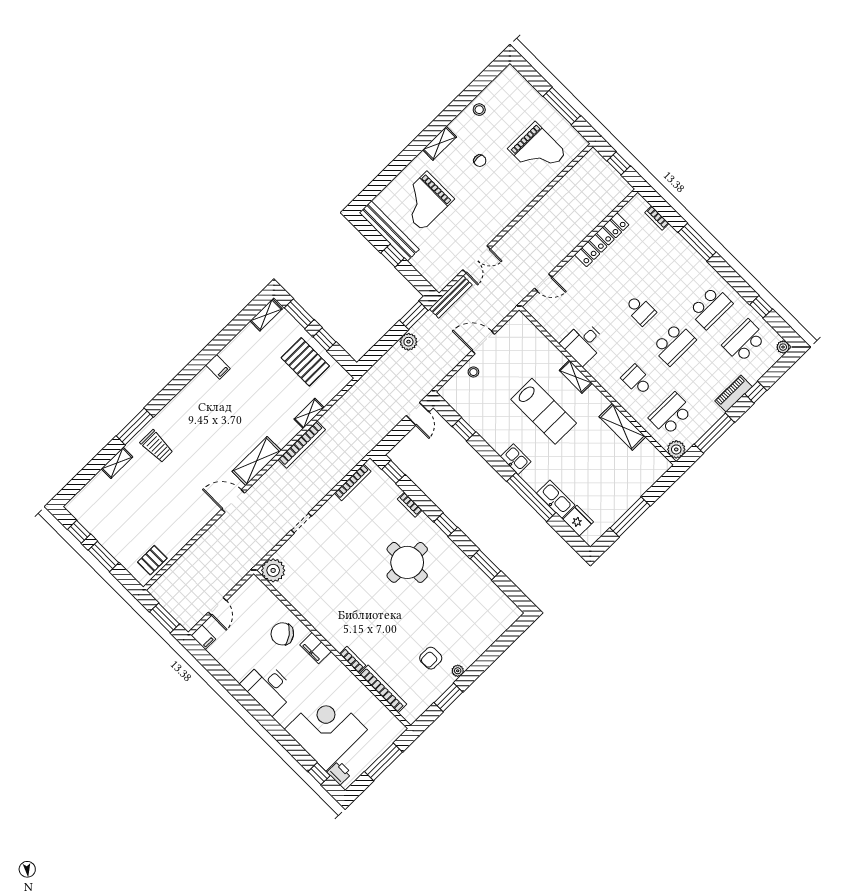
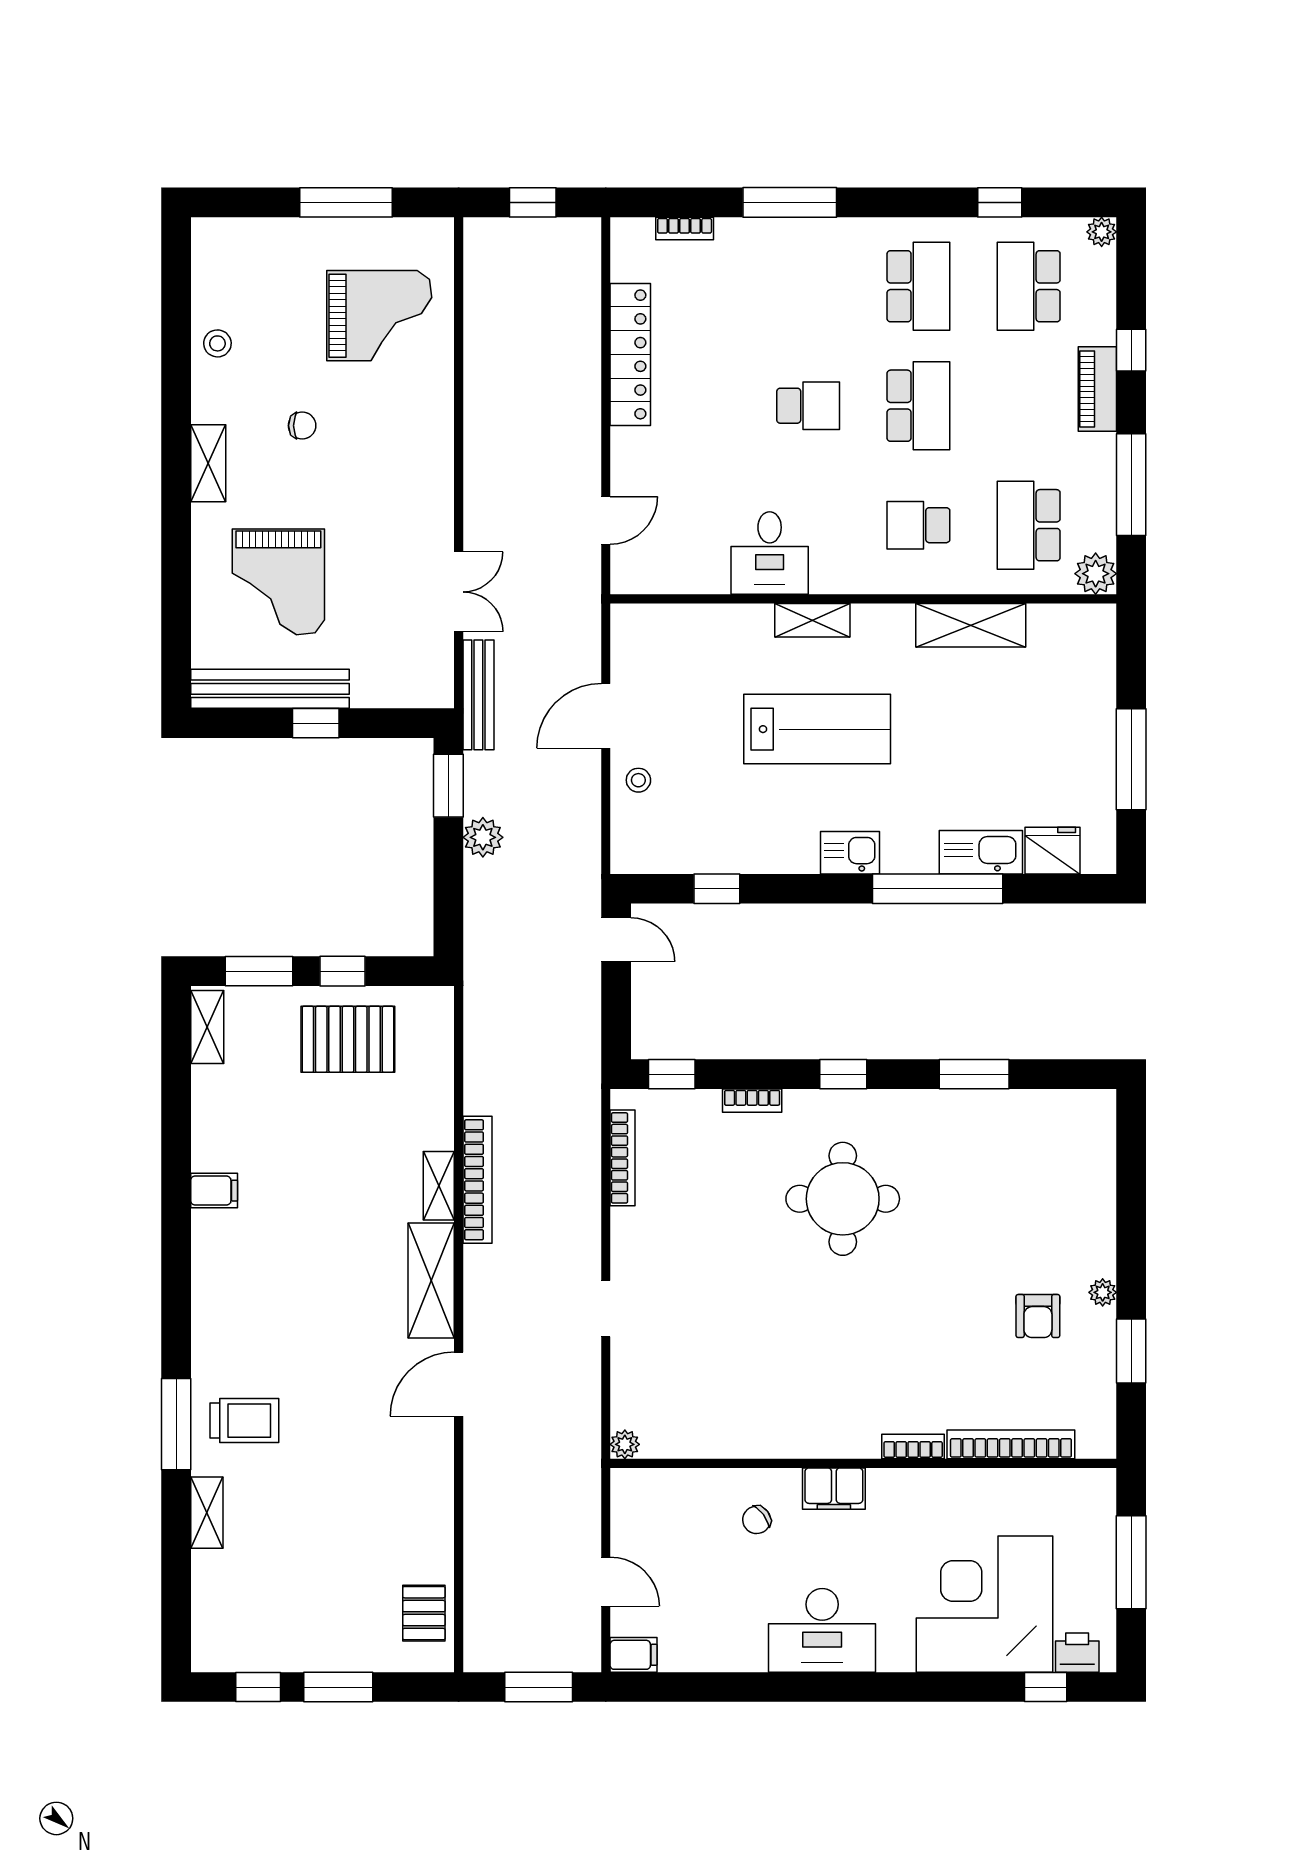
shelving: (309, 413) -> (439, 1186), moved
plant: (273, 570) -> (625, 1444), width x0.53, depth x0.53
chair: (282, 634) -> (757, 1520), width x0.54, depth x0.54

